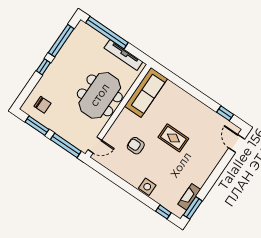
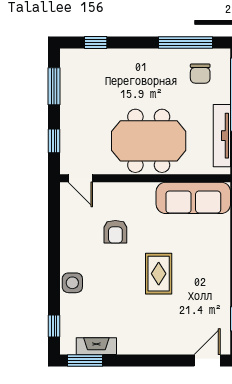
window: (43, 67) -> (96, 43), moved
chair: (42, 105) -> (200, 74), moved
window: (66, 145) -> (54, 141), width x0.46
armchair: (136, 146) -> (115, 232), turned 180

